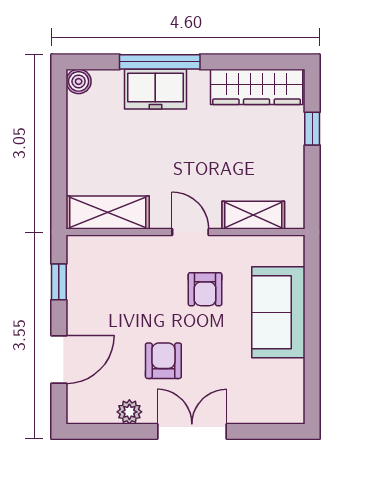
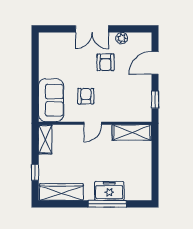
boiler: (79, 81) -> (146, 195), removed
shelving: (253, 215) -> (45, 139), moved, turned 90
door: (190, 232) -> (93, 123), hinge flipped
sofa: (278, 312) -> (51, 100), moved

